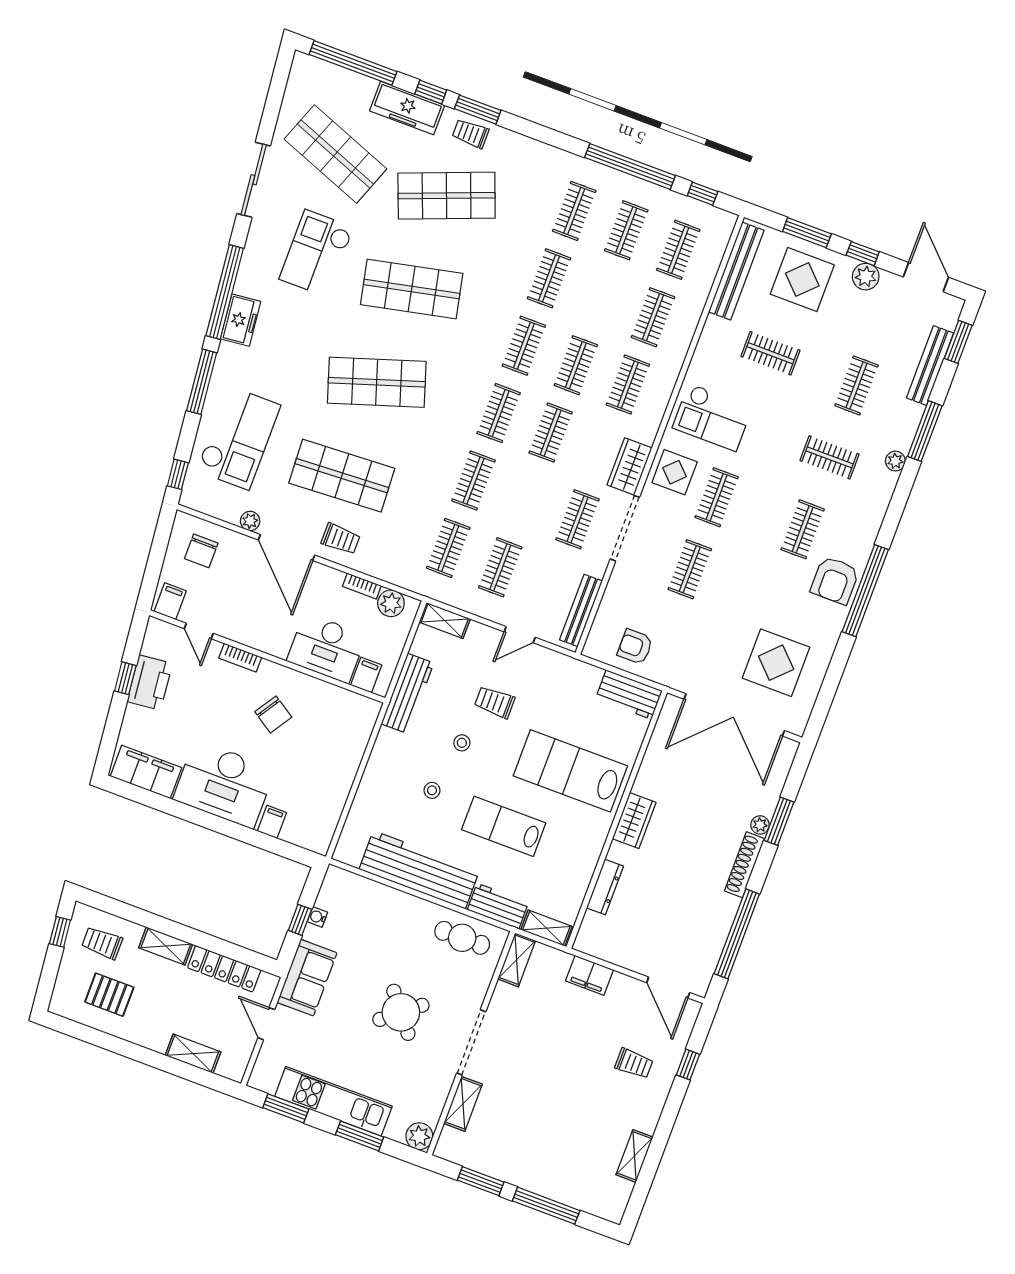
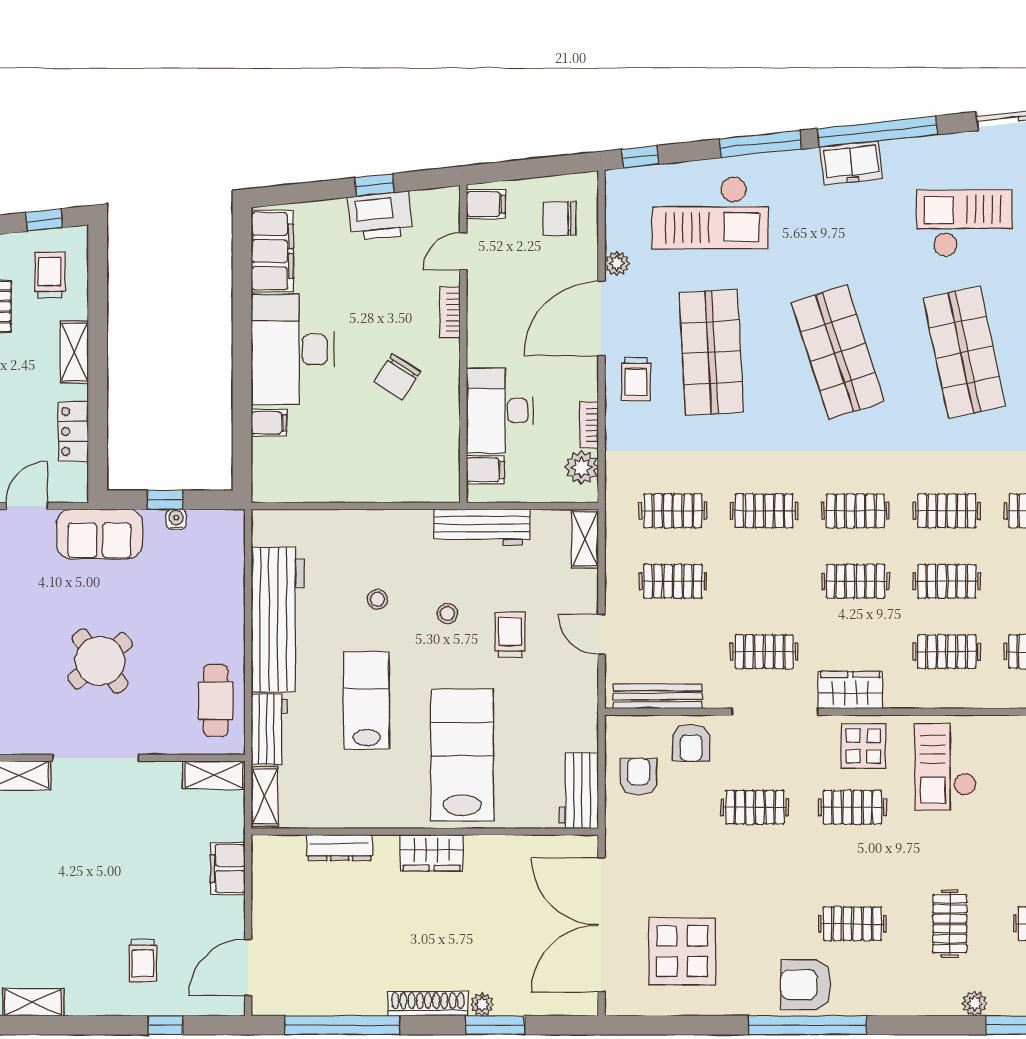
armchair: (625, 598) -> (691, 743), added
locker: (224, 969) -> (73, 432), width x0.66

